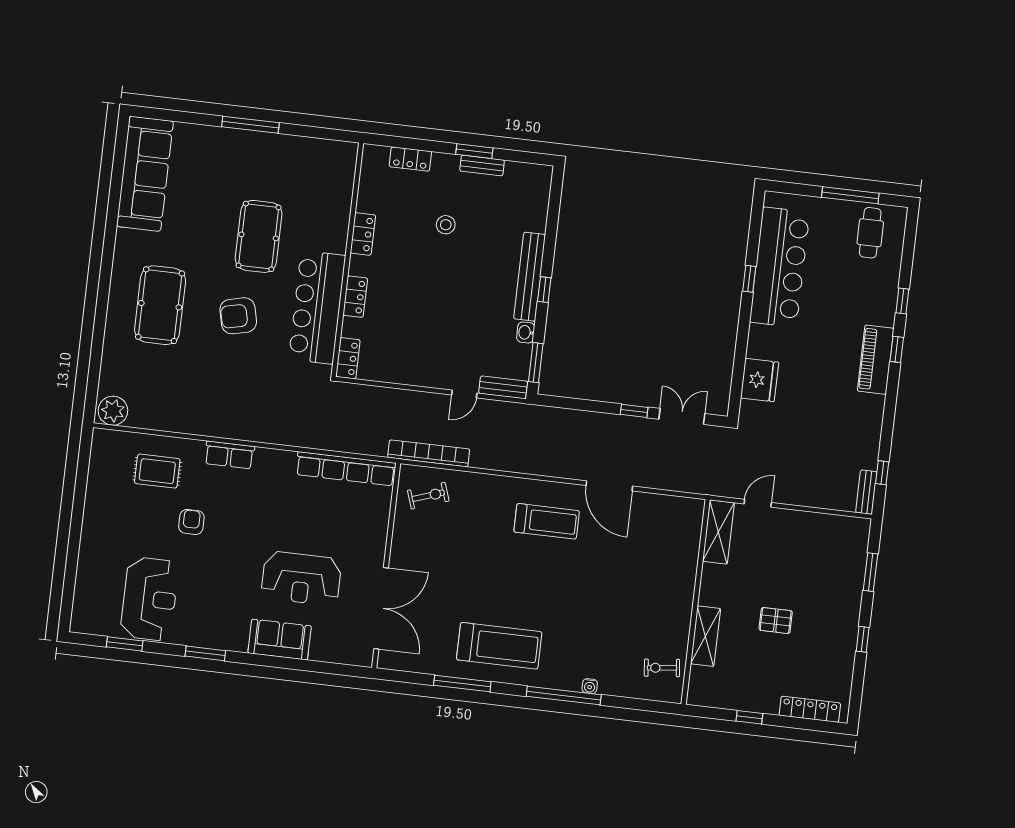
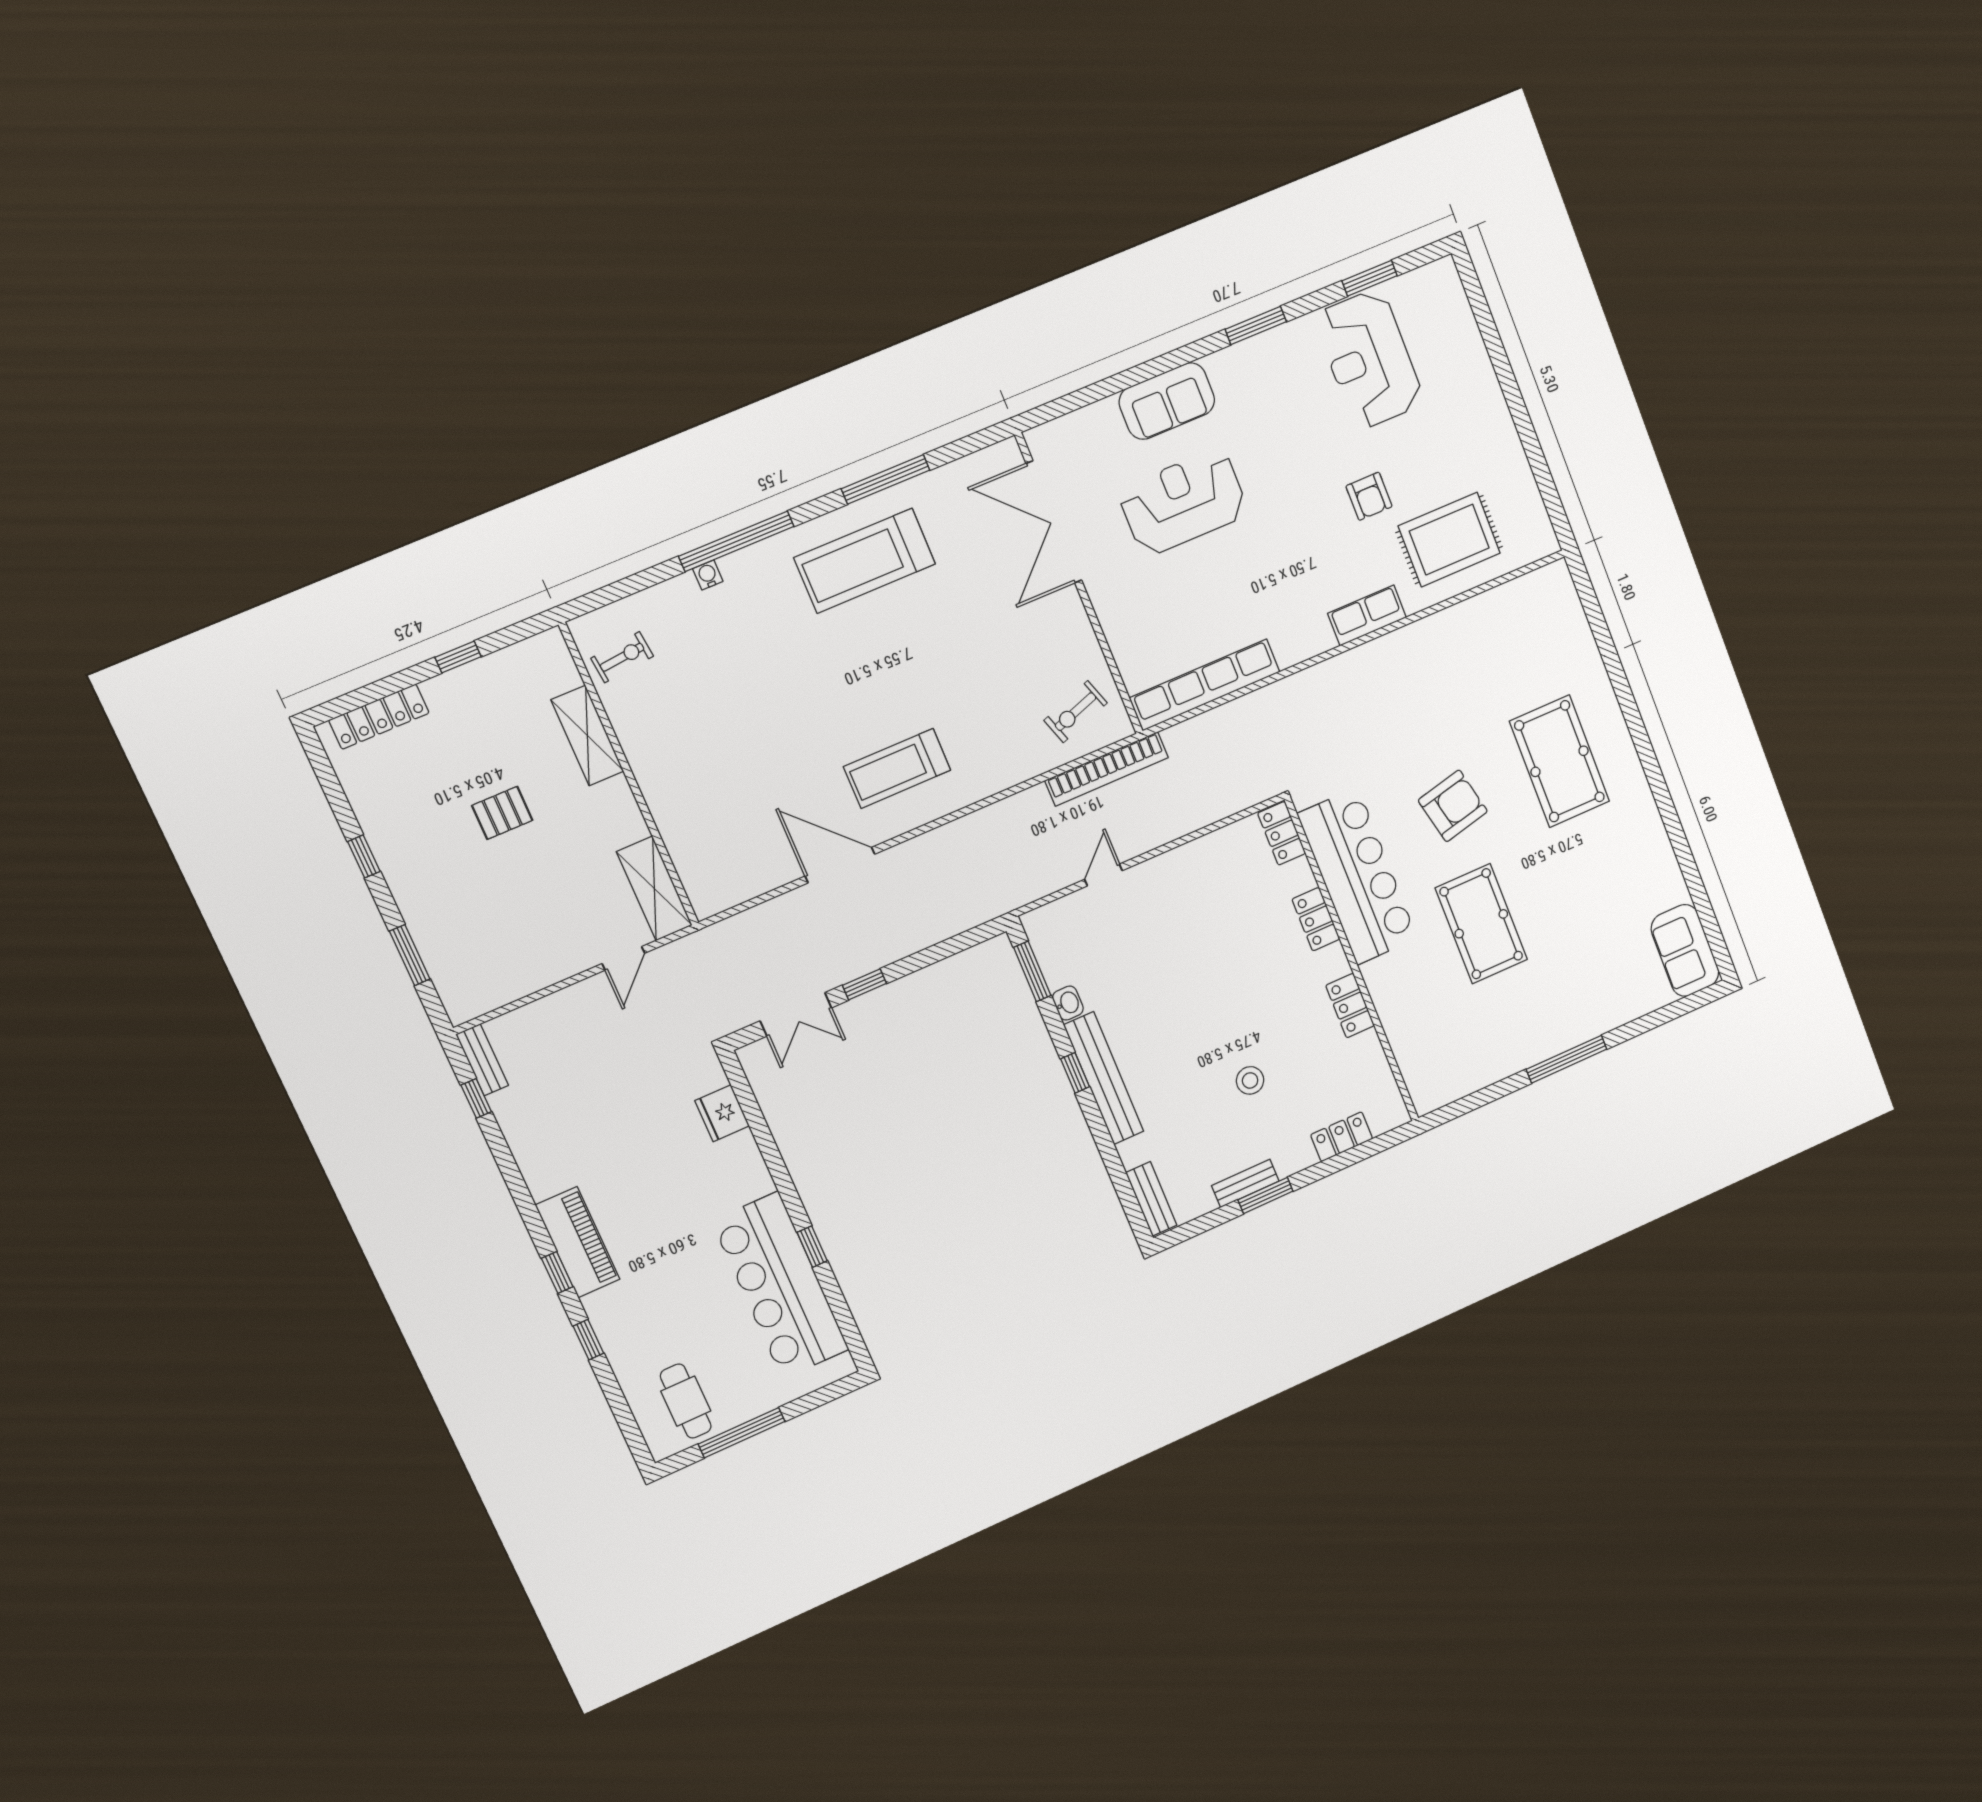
sofa: (145, 174) -> (1685, 950), width x0.54, depth x0.79
fridge: (760, 380) -> (722, 1113), width x0.73, depth x0.75
bench: (503, 387) -> (1151, 1199), moved, turned 90
plant: (113, 411) -> (1548, 587), removed
rug: (157, 471) -> (1449, 540), width x1.36, depth x1.43

